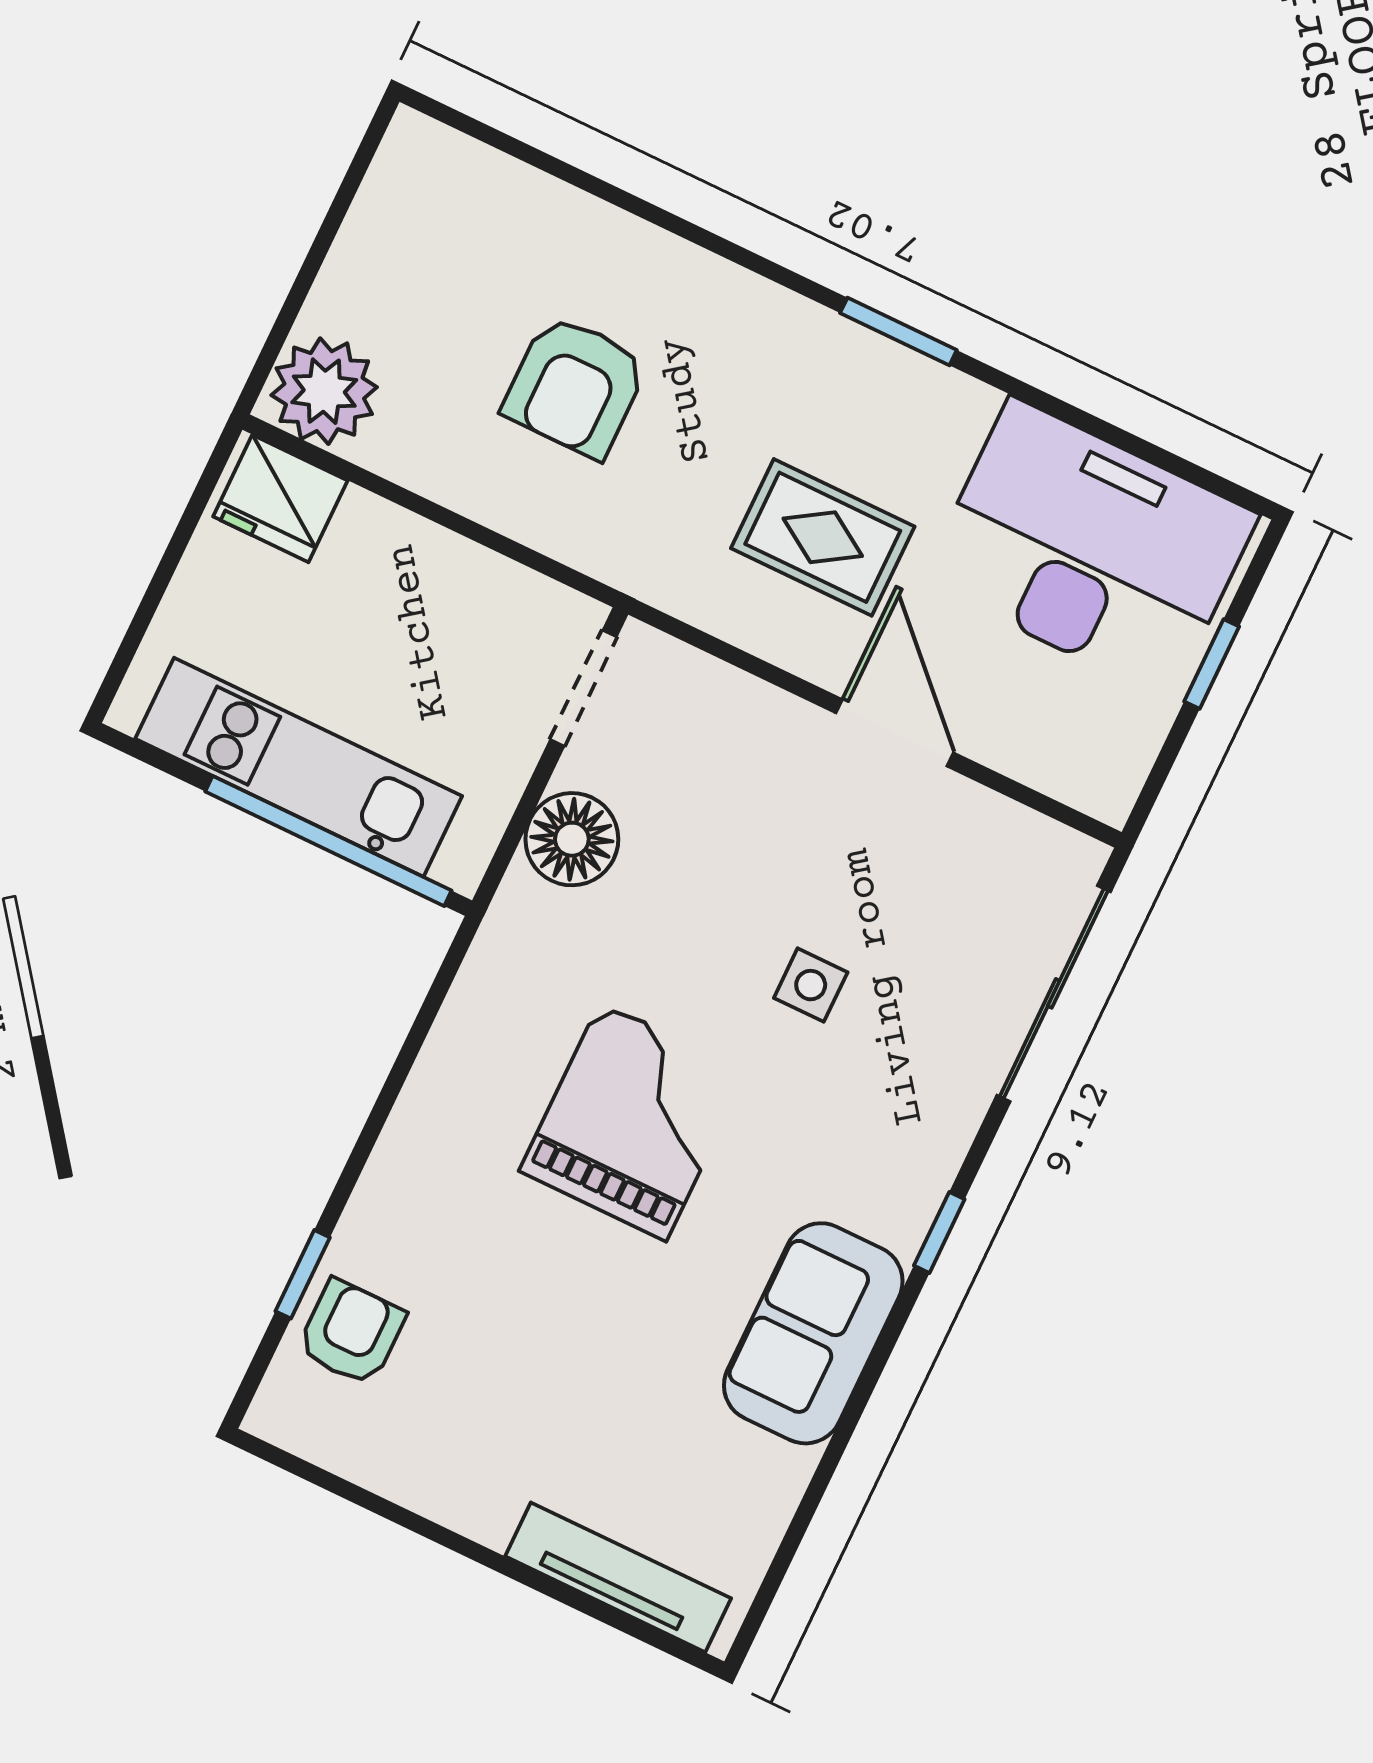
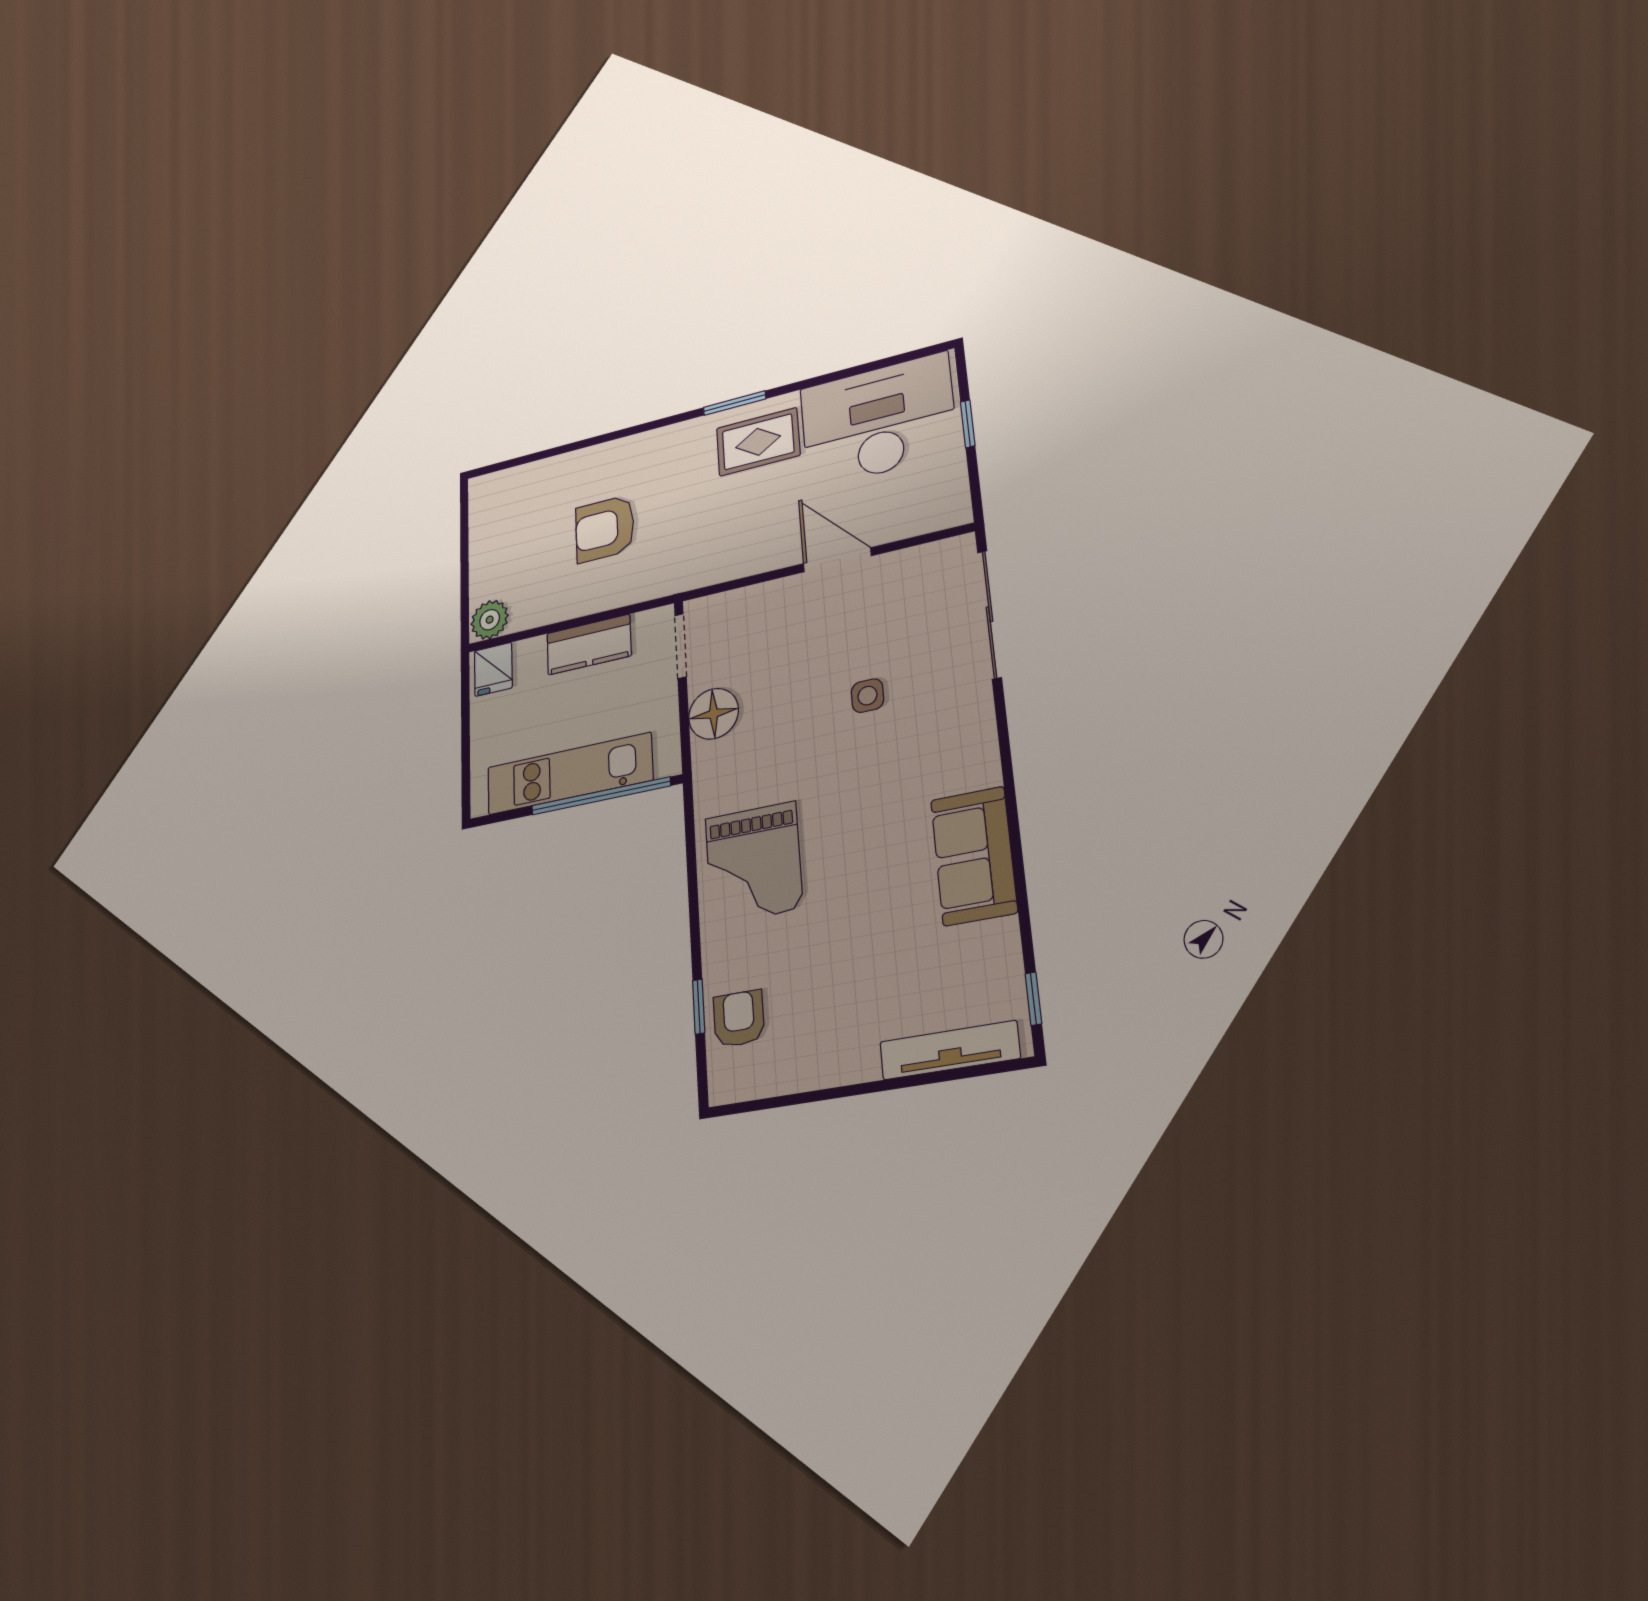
armchair: (575, 386) -> (605, 529), turned 90
plant: (324, 391) -> (490, 620), width x0.73, depth x0.73
fridge: (280, 498) -> (493, 669), width x0.72
rug: (823, 537) -> (758, 442), moved
kitchen counter: (443, 571) -> (589, 645), added
grand piano: (633, 1121) -> (754, 863), moved, turned 180
window: (939, 1232) -> (1033, 999), moved

